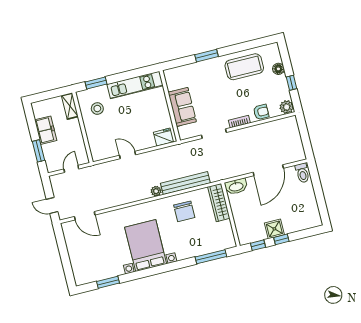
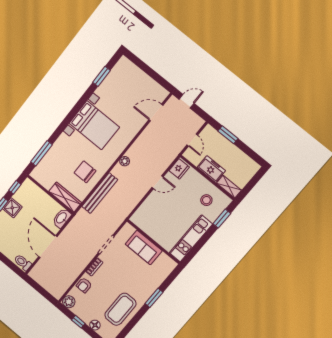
freezer: (46, 130) -> (211, 169), moved, turned 180
fridge: (163, 137) -> (179, 169), moved
plant: (156, 191) -> (125, 161), moved

